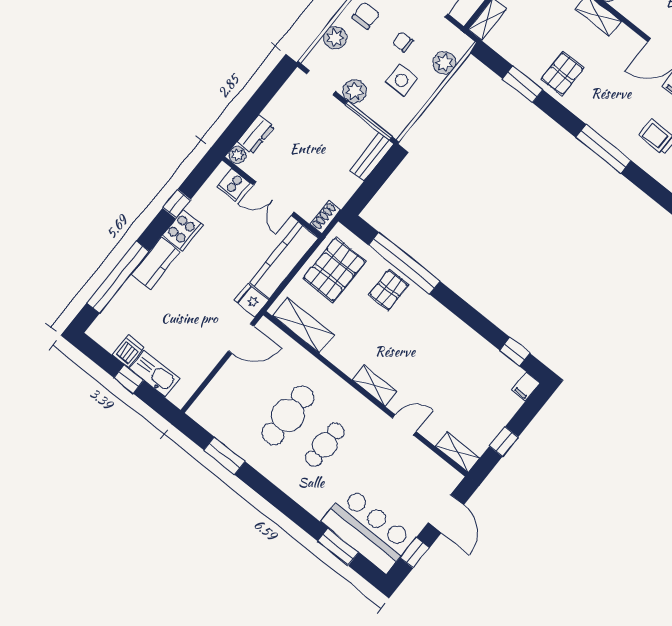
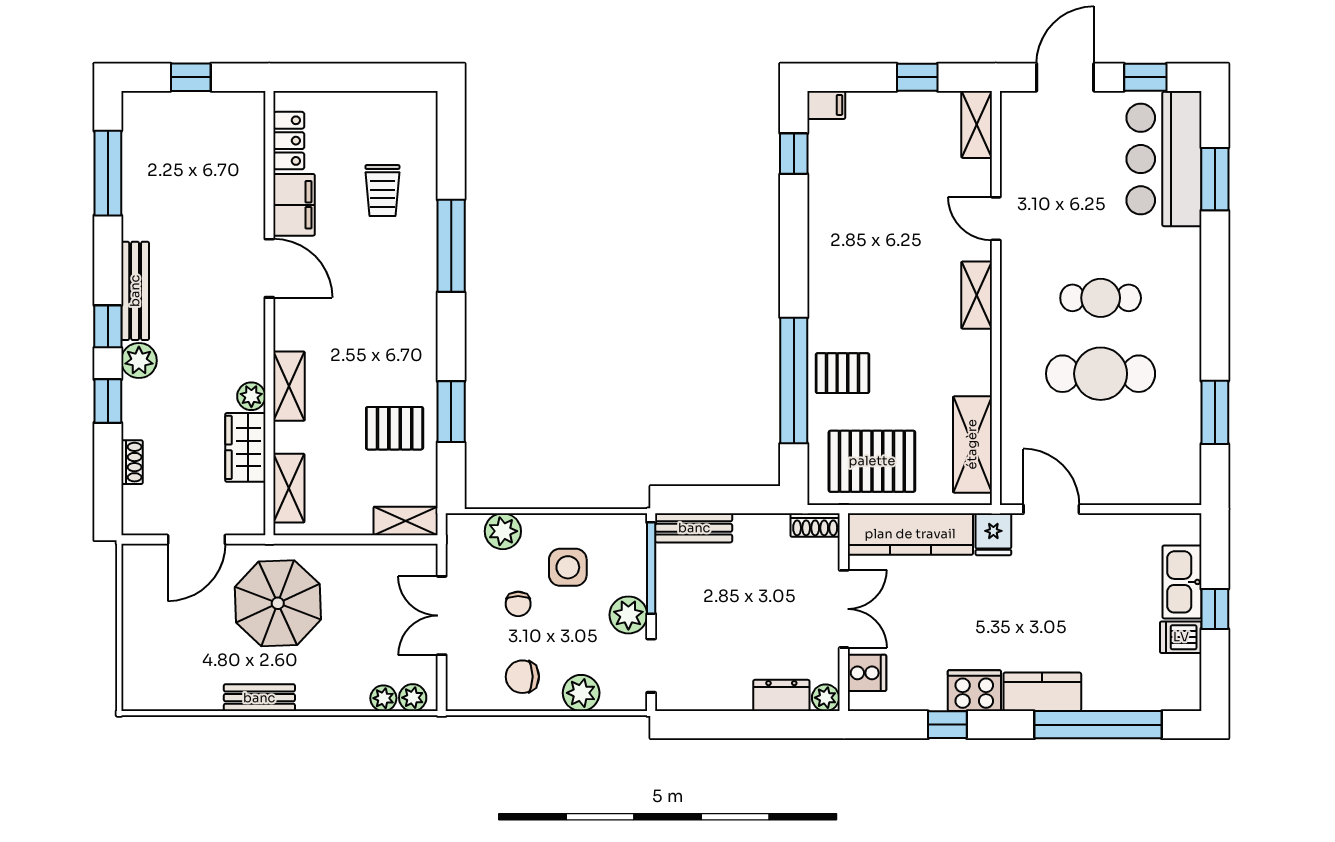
pallet: (562, 74) -> (395, 428), moved

